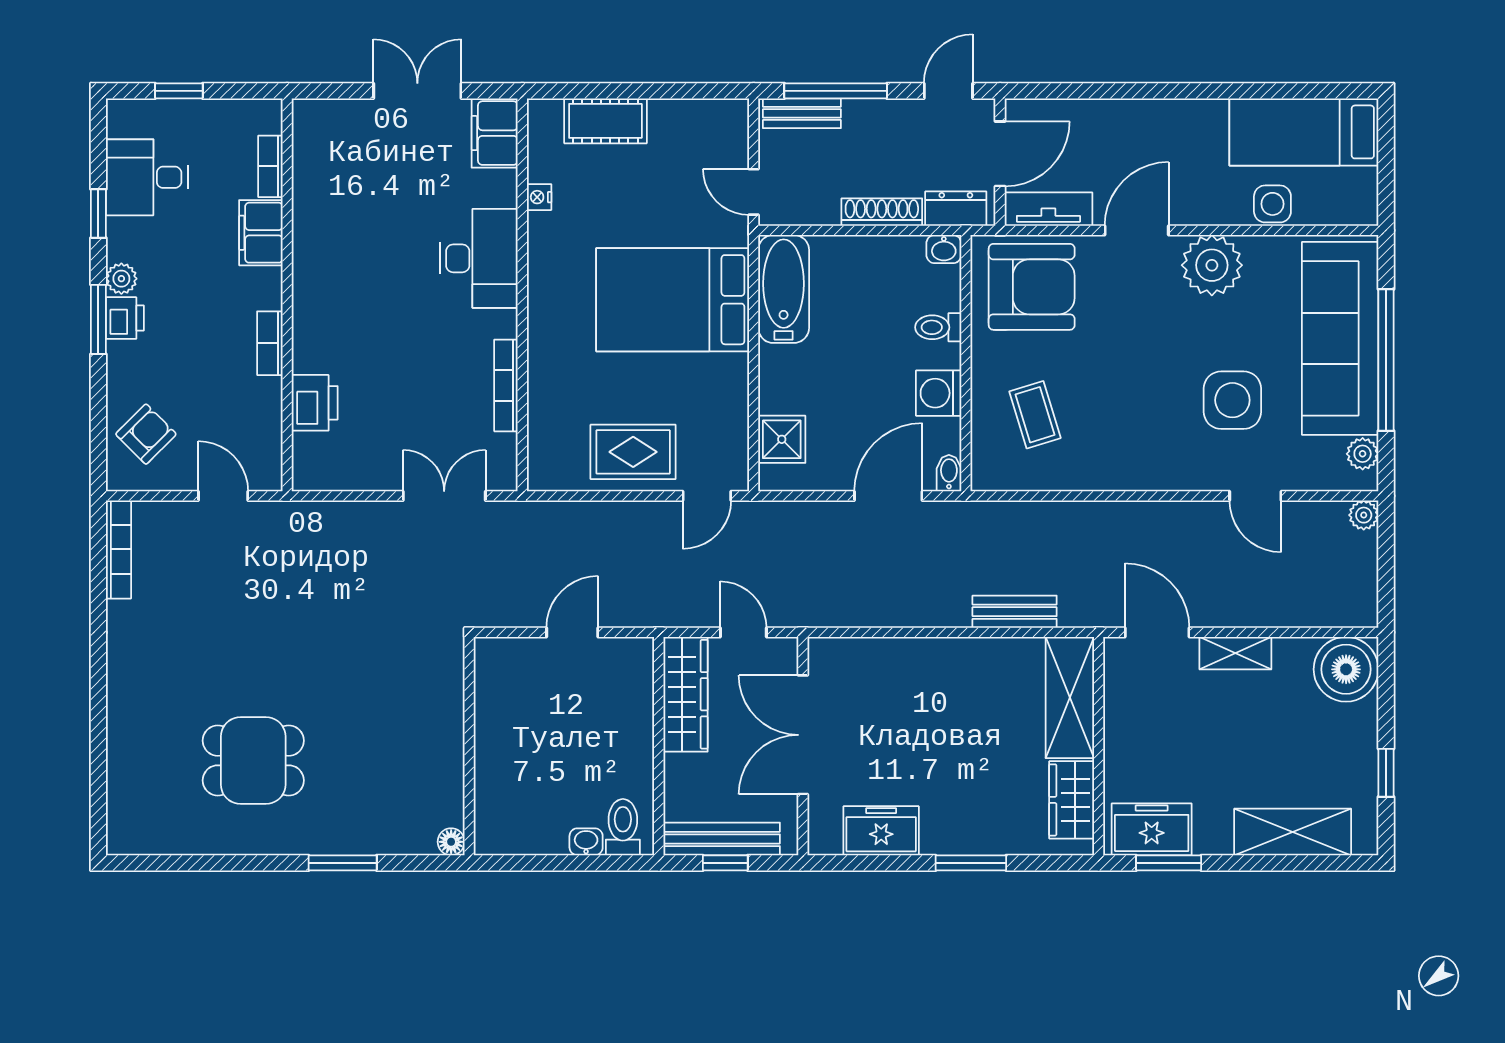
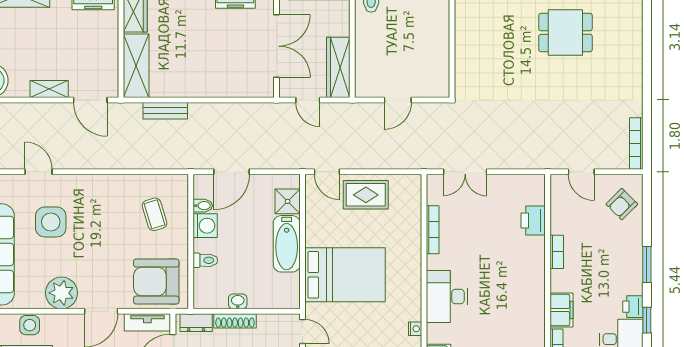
washbasin: (944, 249) -> (238, 301), moved
plant: (121, 279) -> (635, 286), removed
bathtub: (784, 289) -> (287, 244), moved
printer: (125, 318) -> (633, 307), moved
bidet: (949, 473) -> (203, 206), moved, turned -90
door: (707, 496) -> (327, 172), swing flipped

